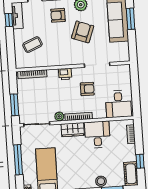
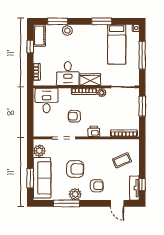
armchair: (83, 32) -> (75, 169), turned -110
plant: (123, 49) -> (39, 151), added

